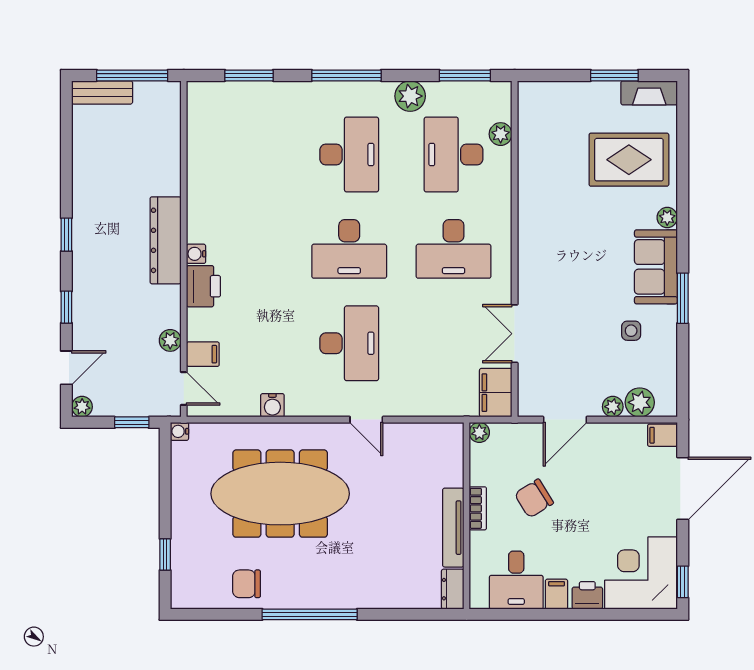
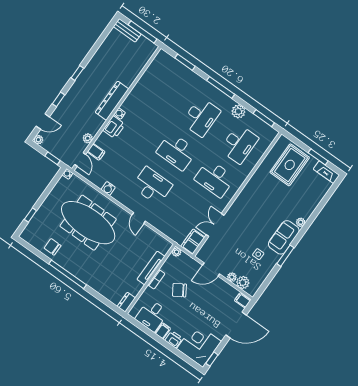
plant: (501, 134) -> (262, 149), removed
desk: (454, 154) -> (239, 144), turned 180
rug: (629, 160) -> (290, 165), moved, turned 90
desk: (349, 343) -> (152, 186), turned -90
tv unit: (453, 528) -> (151, 268), moved

